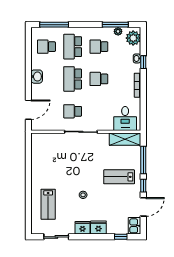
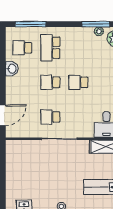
school desk: (99, 47) -> (78, 48), removed
washbasin: (37, 77) -> (12, 69), moved
school desk: (73, 79) -> (50, 82), width x0.54

